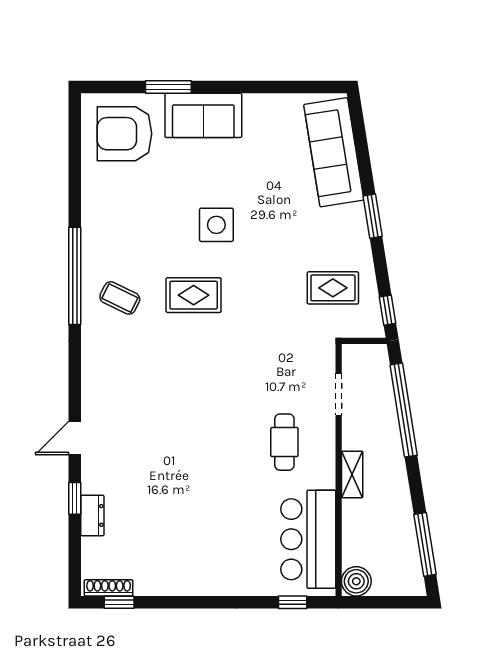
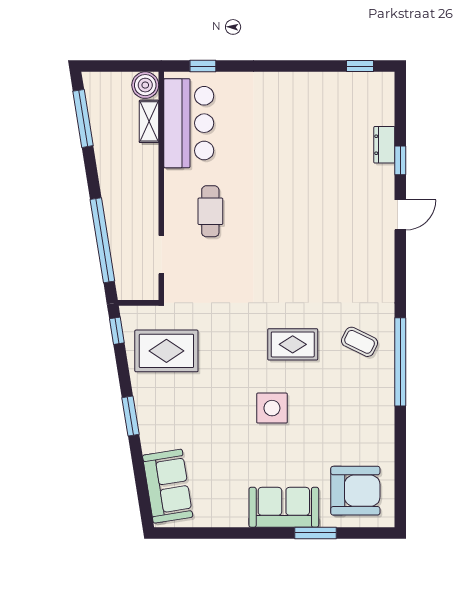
sofa: (334, 152) -> (168, 486), width x0.73
rug: (333, 288) -> (166, 351), width x1.36, depth x1.43
shelving: (352, 474) -> (149, 121), moved
shoe rack: (109, 588) -> (370, 79), removed

